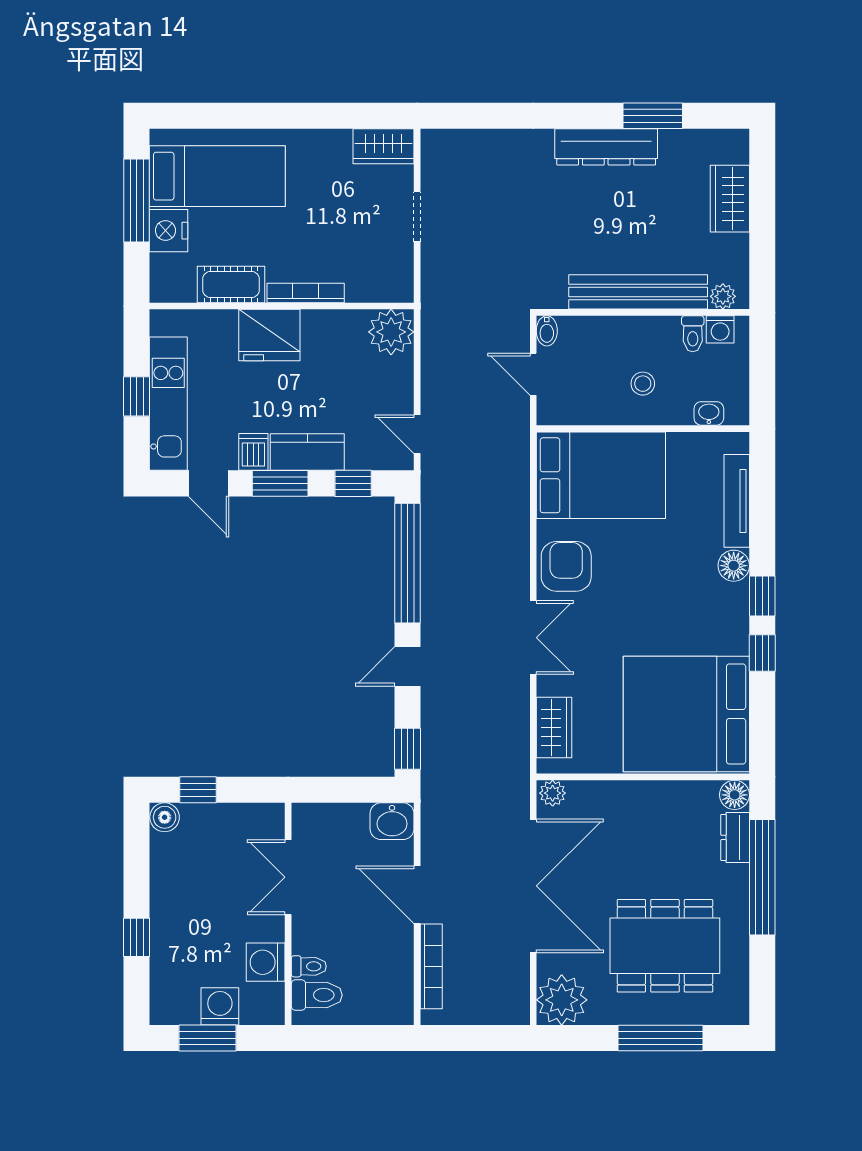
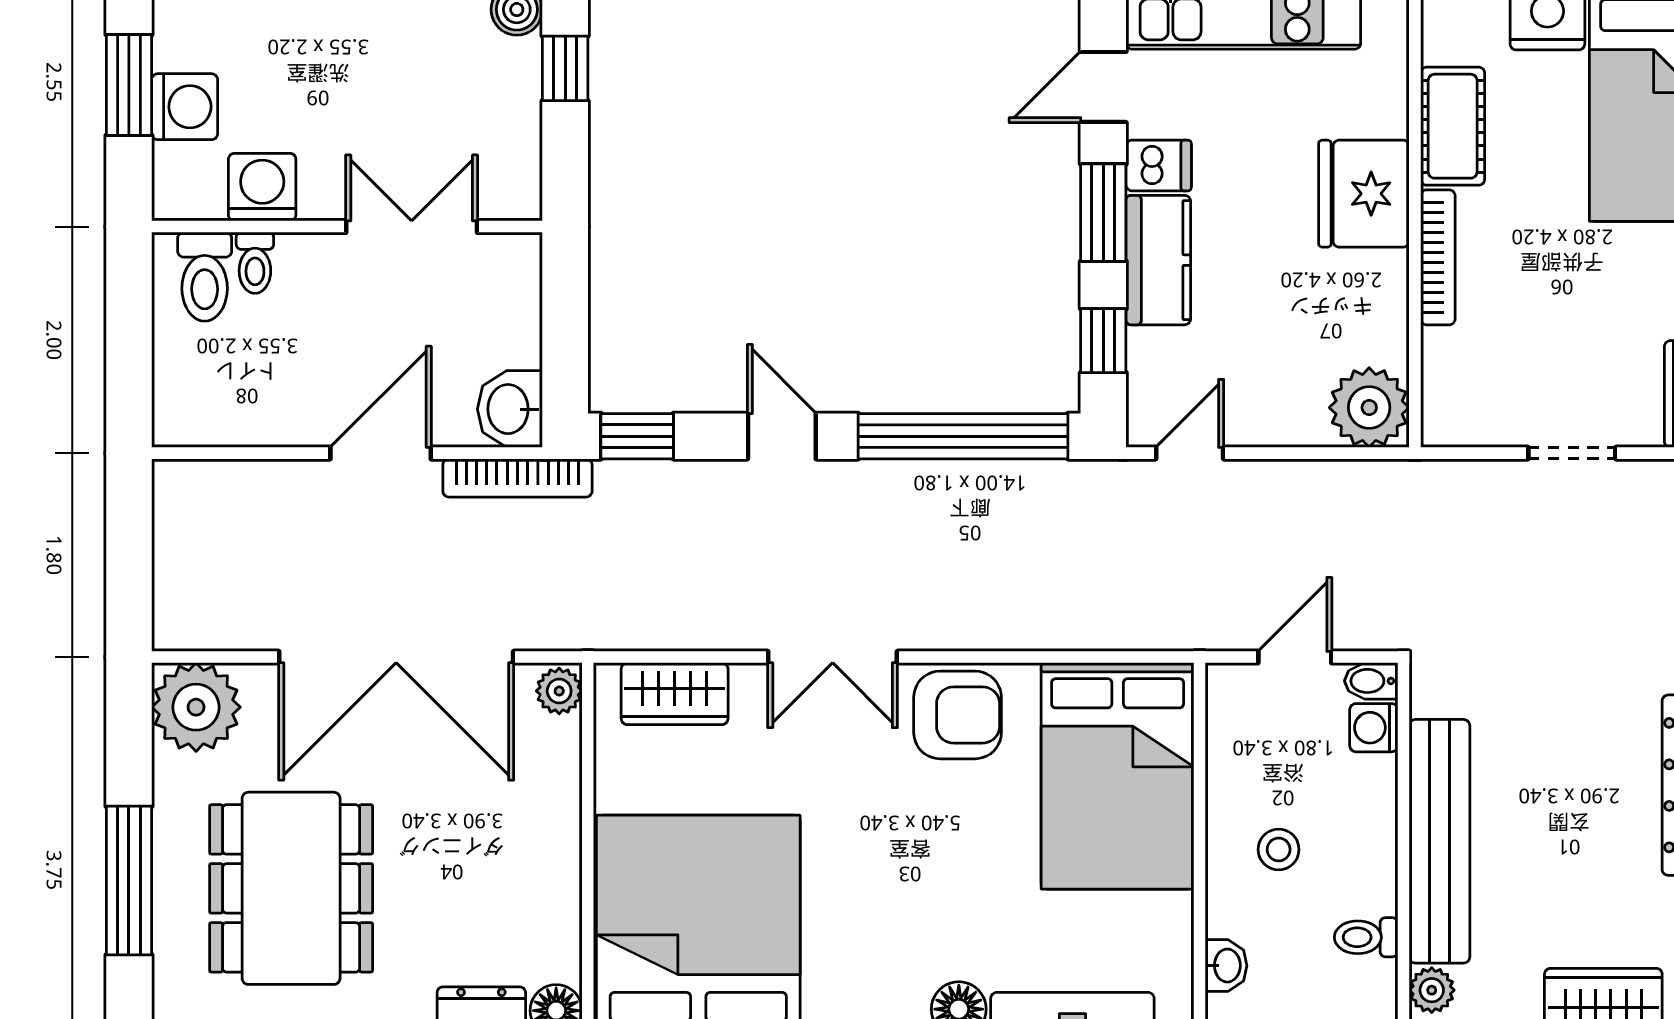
washing machine: (720, 329) -> (1374, 728), moved
bookcase: (431, 966) -> (517, 478), moved

